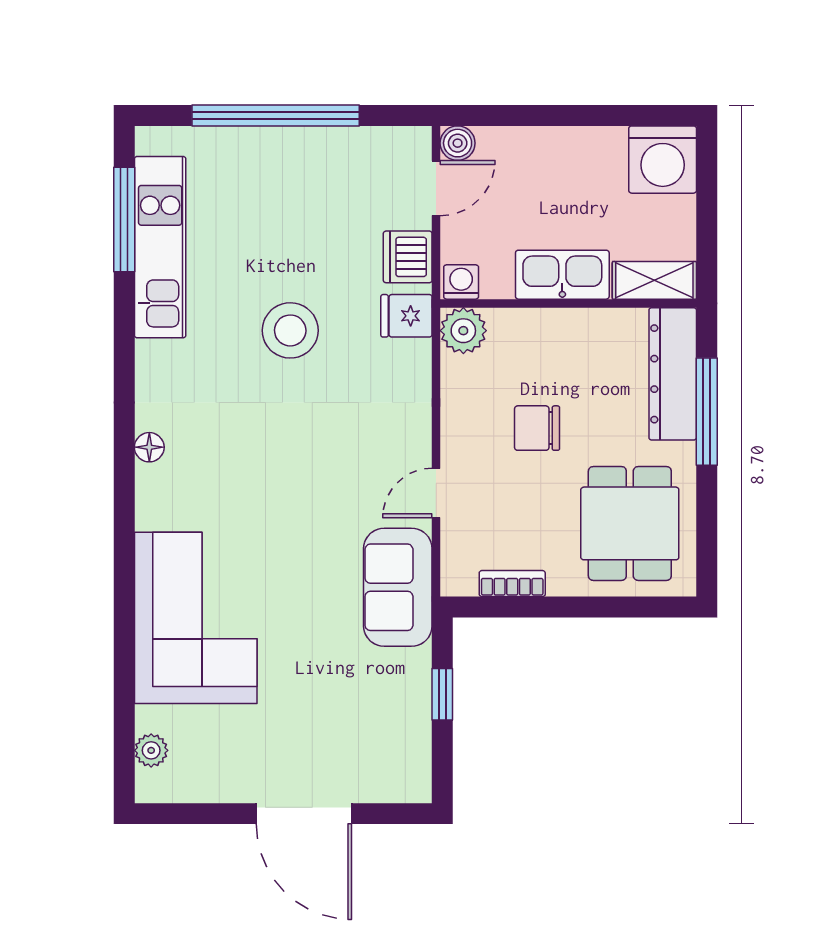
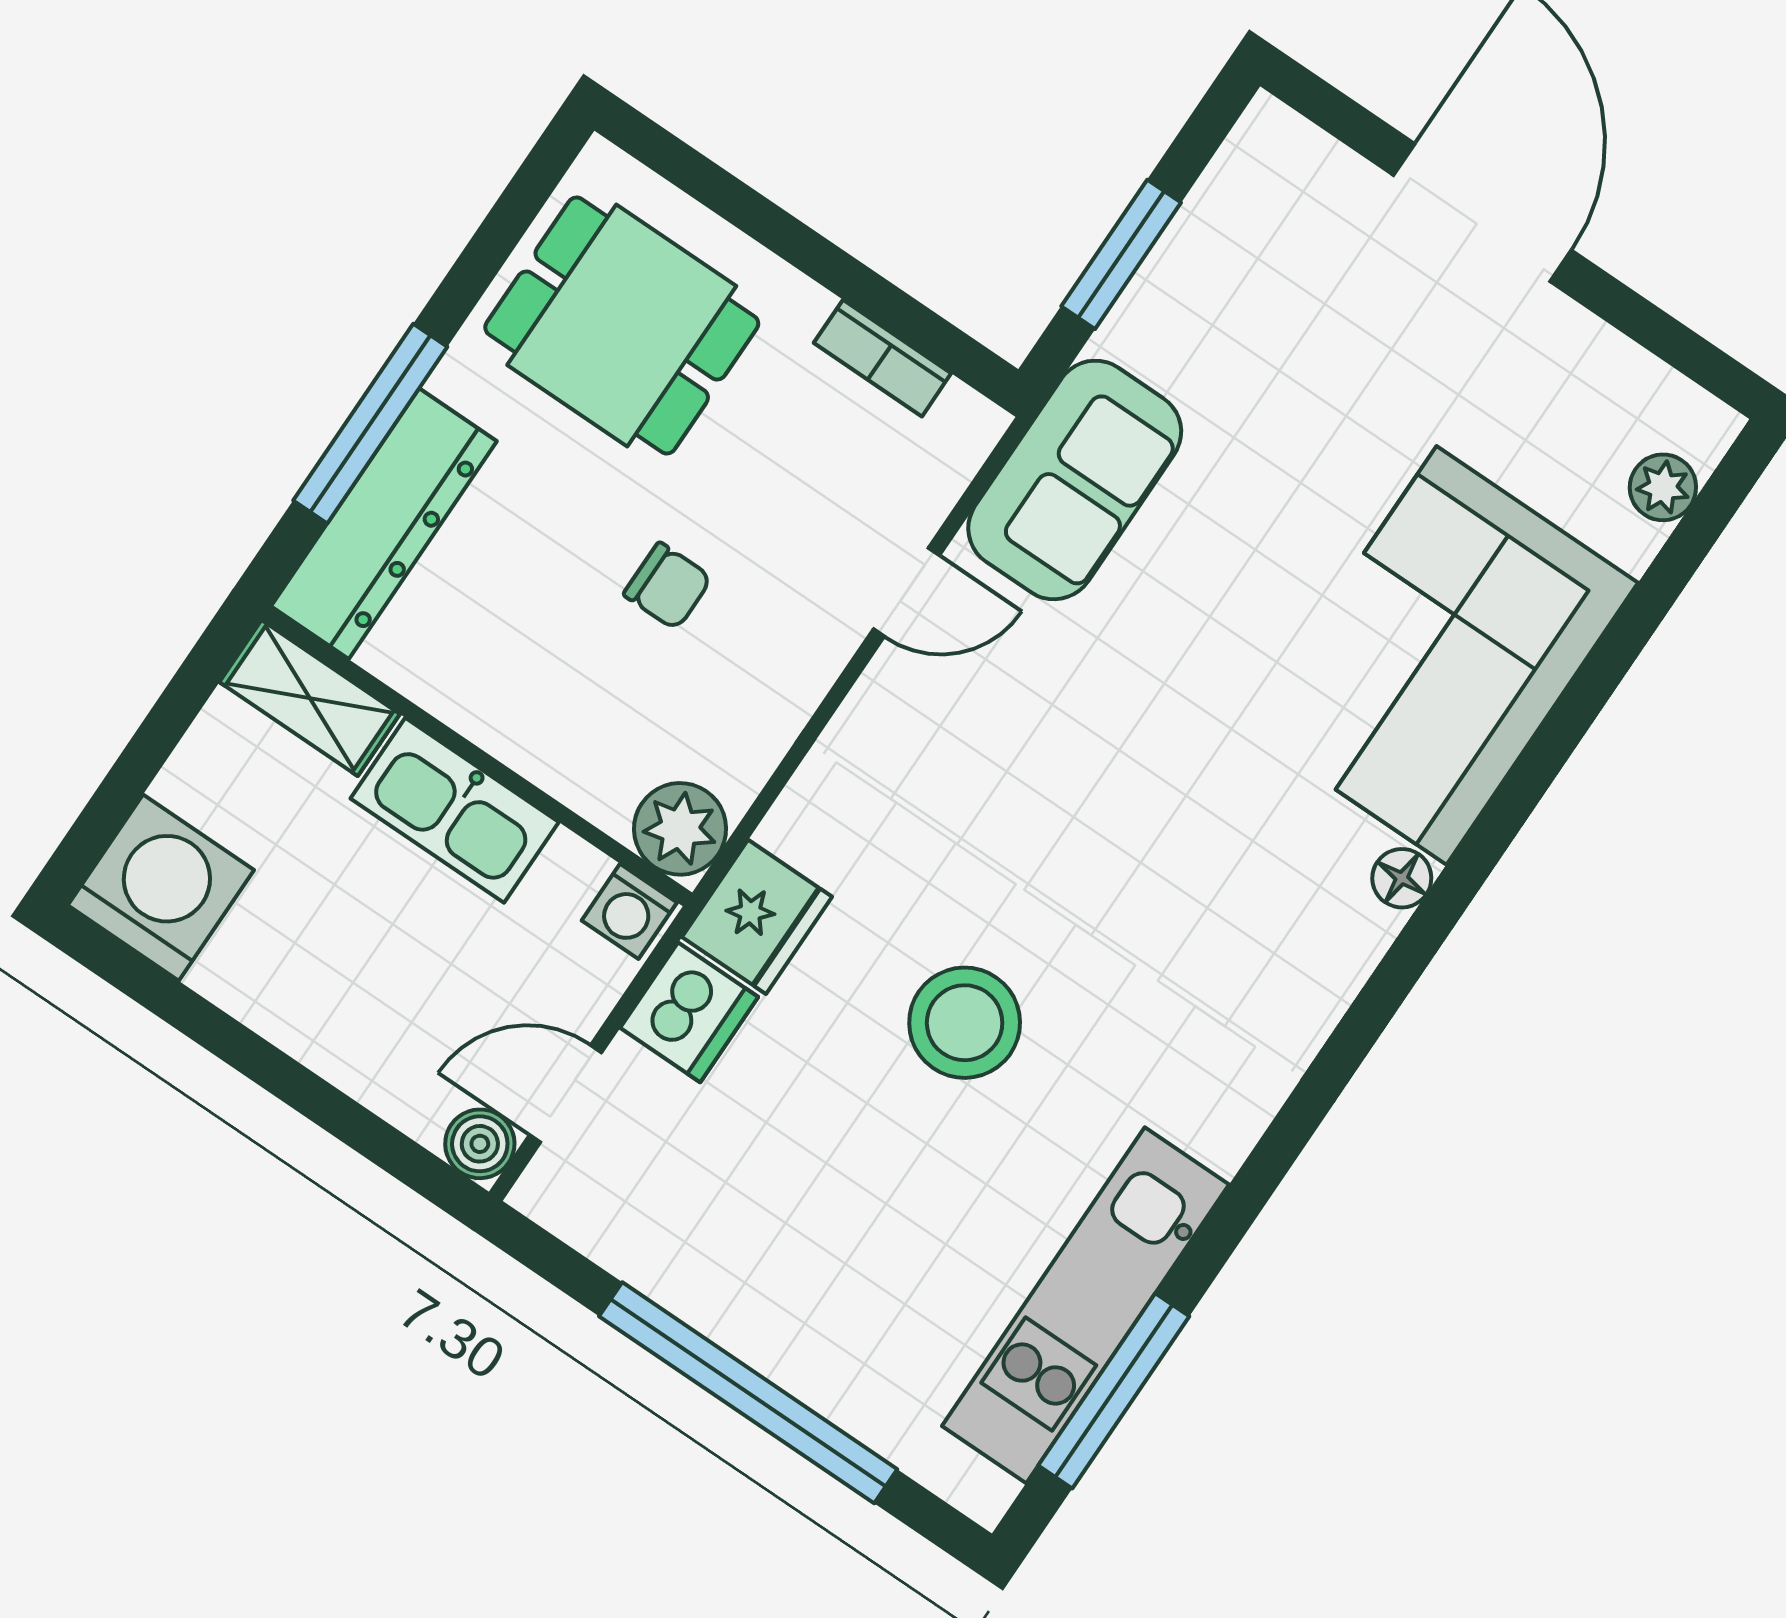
fridge: (406, 316) -> (757, 917), width x1.38
chair: (537, 428) -> (668, 586), width x0.73, depth x0.73
floor lamp: (149, 447) -> (1402, 878), moved
dining table: (630, 523) -> (622, 325), turned 90
window: (442, 694) -> (1121, 254), width x1.50

